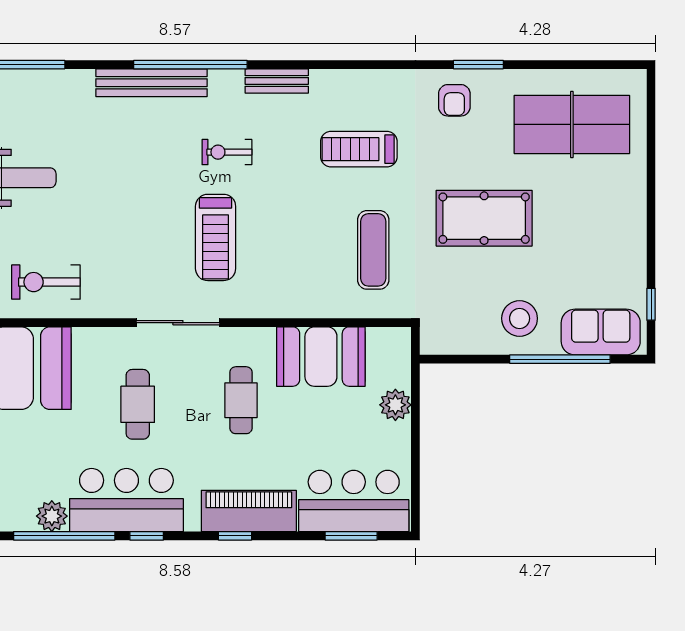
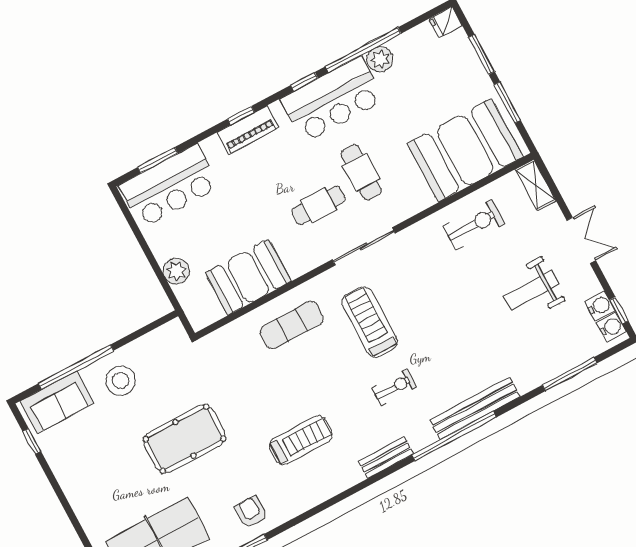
exercise mat: (373, 250) -> (292, 325), moved, turned 90
cafe table: (241, 400) -> (319, 205), moved, turned 90
piano: (249, 511) -> (248, 130), width x0.73, depth x0.75

